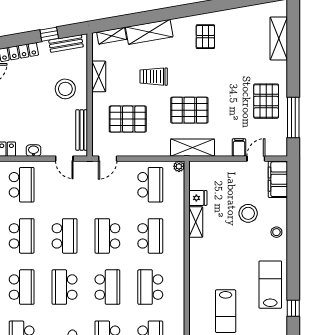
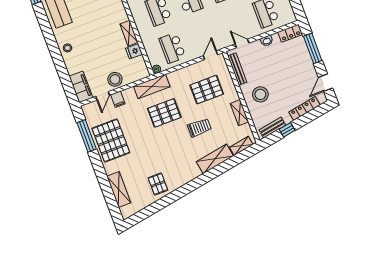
pallet: (205, 37) -> (158, 184), moved
pallet: (266, 101) -> (111, 140), width x1.37, depth x1.41
stool: (248, 213) -> (115, 79), moved

